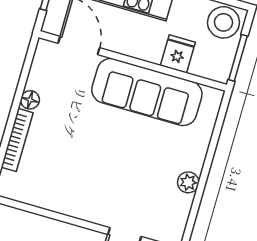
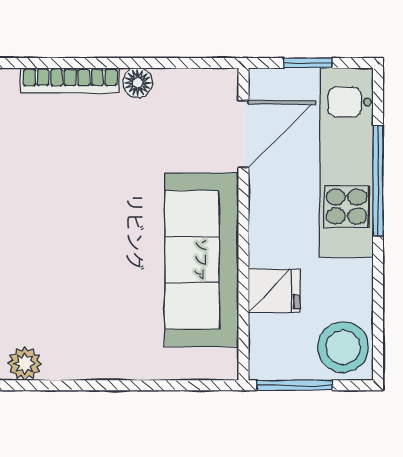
plant: (188, 182) -> (25, 364), moved

